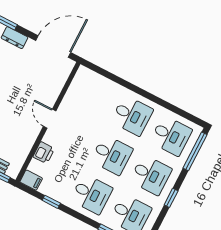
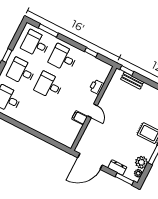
desk: (132, 116) -> (35, 113), removed
filing cabinet: (31, 180) -> (80, 118), moved

